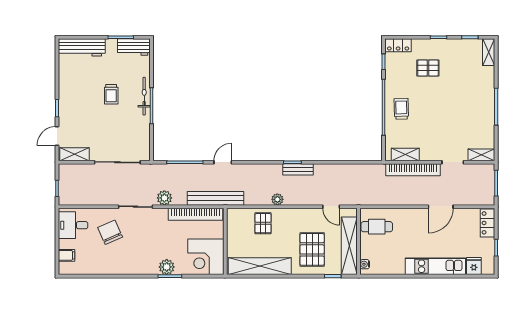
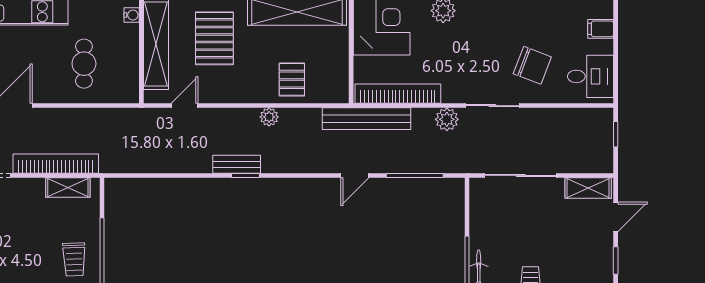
door: (331, 207) -> (185, 106), hinge flipped
cafe table: (377, 227) -> (84, 64), moved, turned 90
chair: (110, 232) -> (532, 65), turned -45

